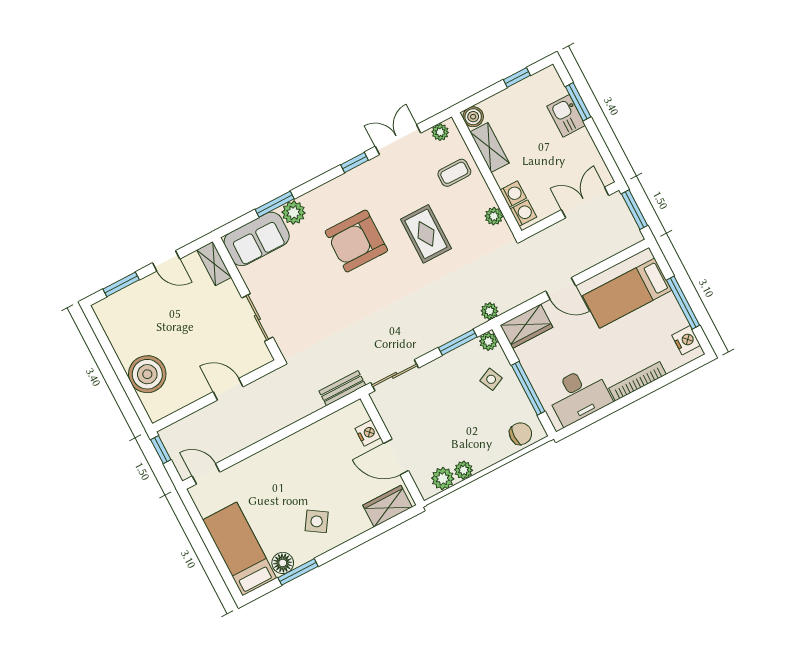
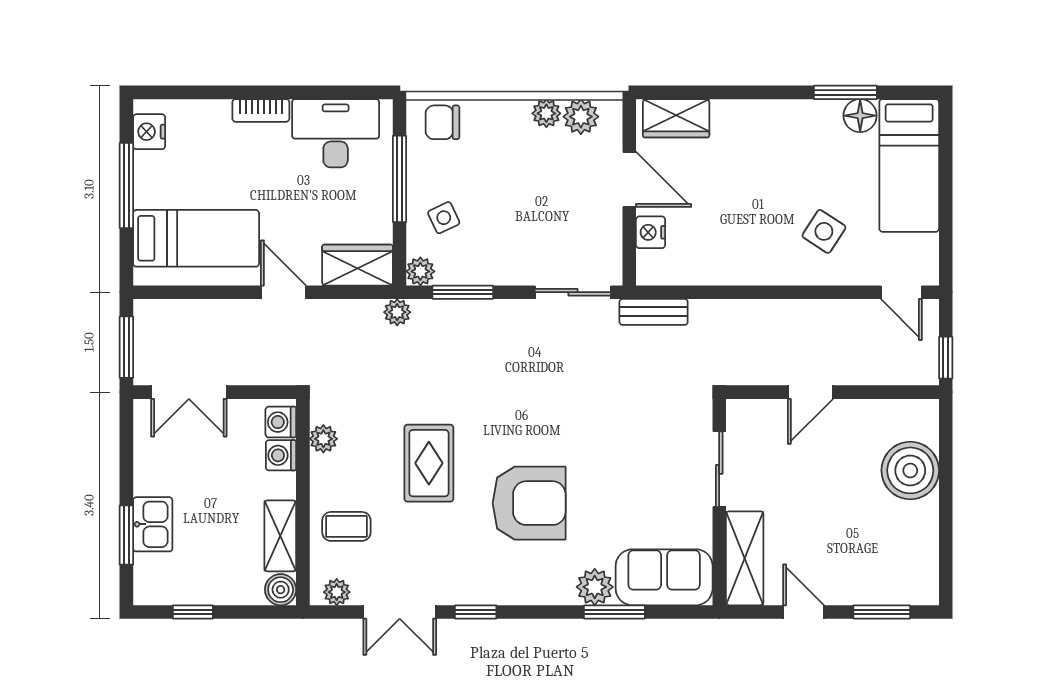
shelving: (214, 264) -> (745, 558), width x1.50, depth x1.33
bookcase: (638, 381) -> (261, 110), width x0.64
door: (228, 389) -> (810, 392), hinge flipped
side table: (317, 521) -> (824, 231), moved

